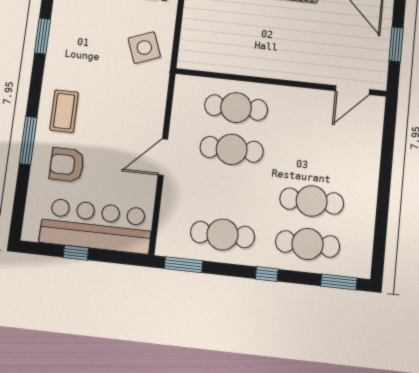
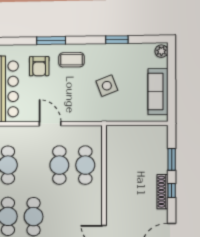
side table: (144, 48) -> (107, 86), moved
armchair: (67, 165) -> (39, 66), turned 180

